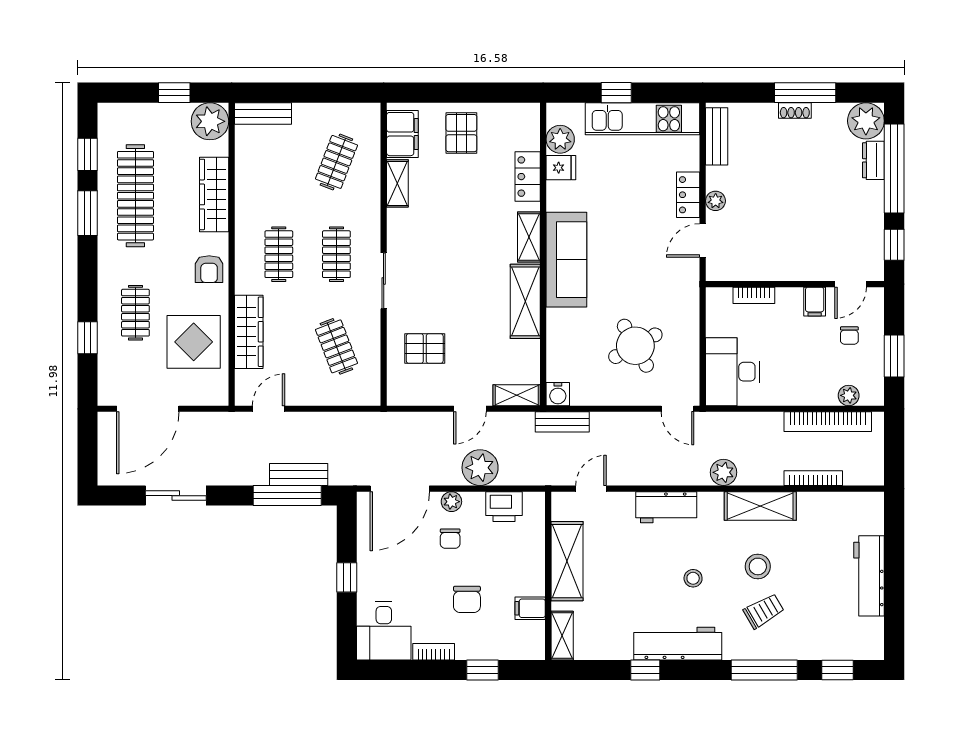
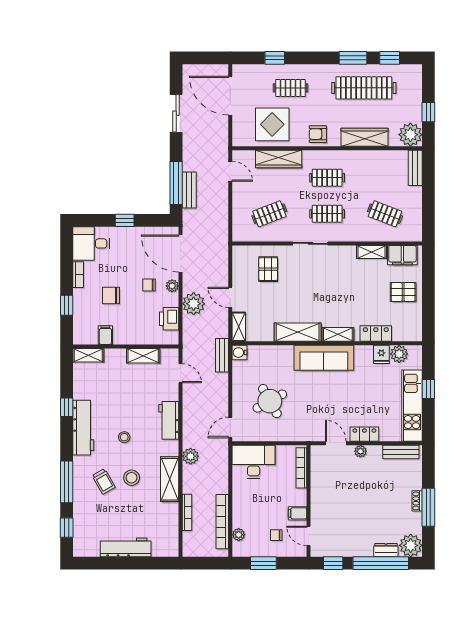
bookcase: (754, 295) -> (301, 468), width x1.56
shelving: (567, 561) -> (143, 356), width x0.67, depth x0.75

